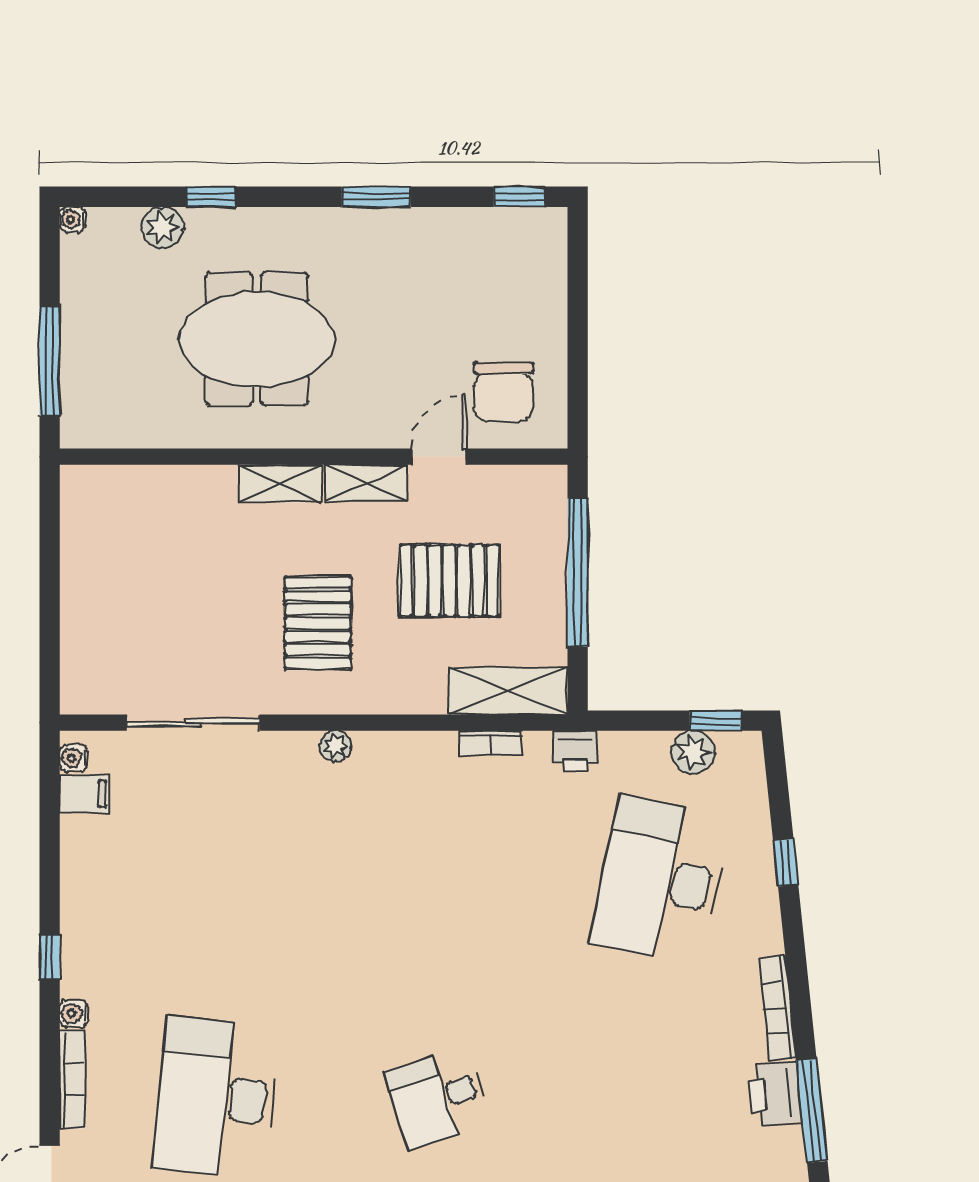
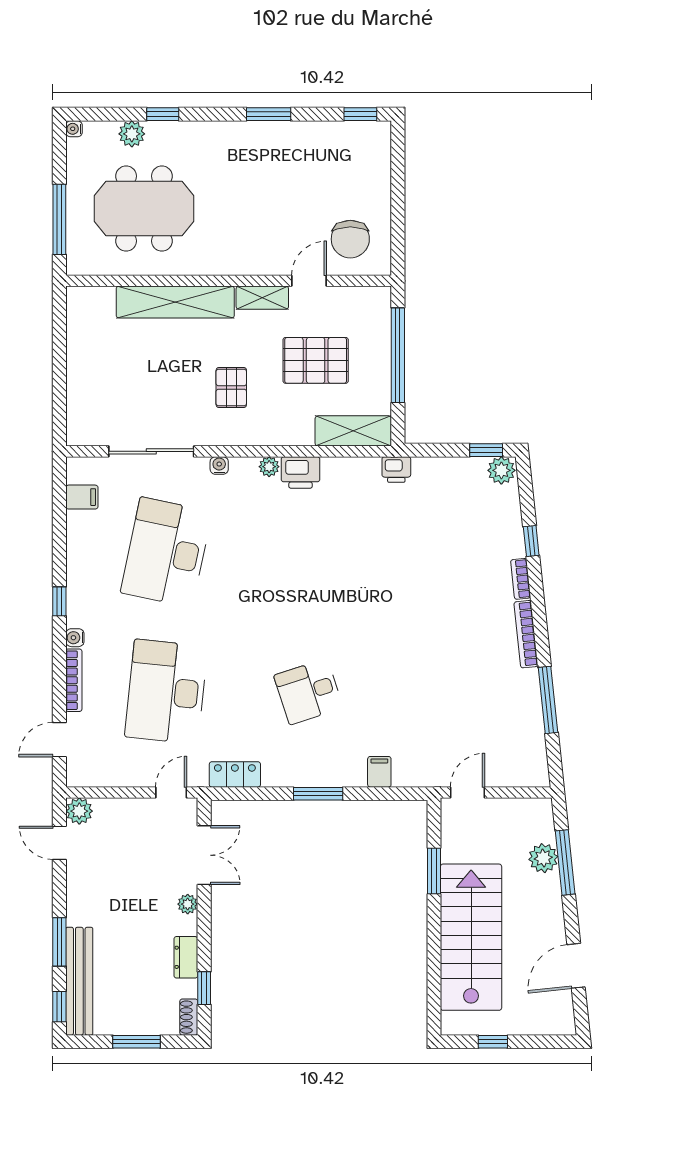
meeting table: (257, 339) -> (144, 209), moved
shelving: (281, 484) -> (175, 302), width x2.20, depth x1.33
pallet: (318, 623) -> (231, 387), width x0.67, depth x0.71
bookcase: (490, 743) -> (521, 579), moved, turned 84
plant: (335, 747) -> (269, 467), moved
plant: (693, 752) -> (501, 470), moved
water cooler: (74, 758) -> (219, 465), moved, turned 90
desk: (660, 880) -> (166, 552), moved
printer: (775, 1094) -> (301, 472), moved, turned -84

